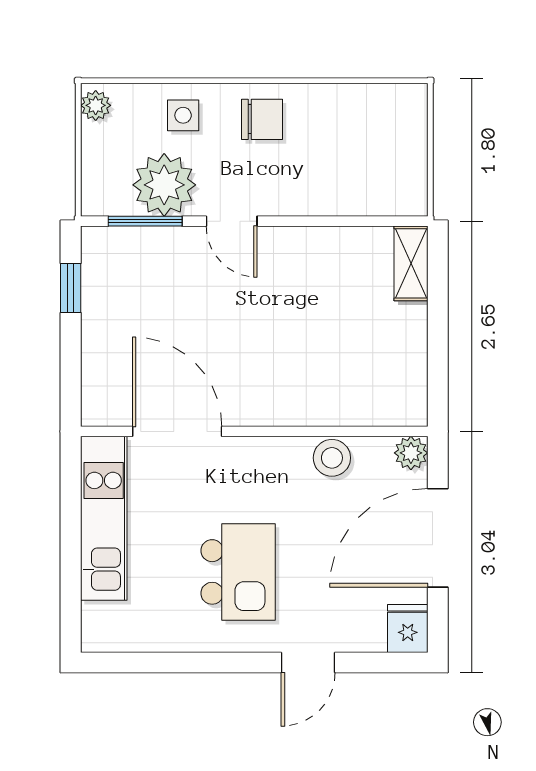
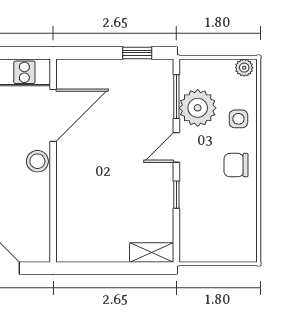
chair: (262, 119) -> (236, 165), turned 90
window: (312, 221) -> (176, 195), added
plant: (411, 453) -> (40, 252), removed
stool: (332, 458) -> (37, 161), moved

